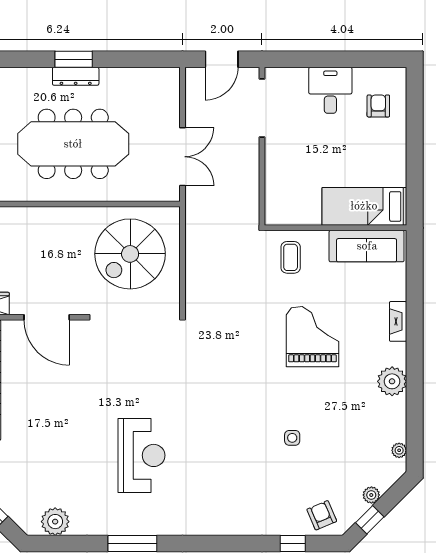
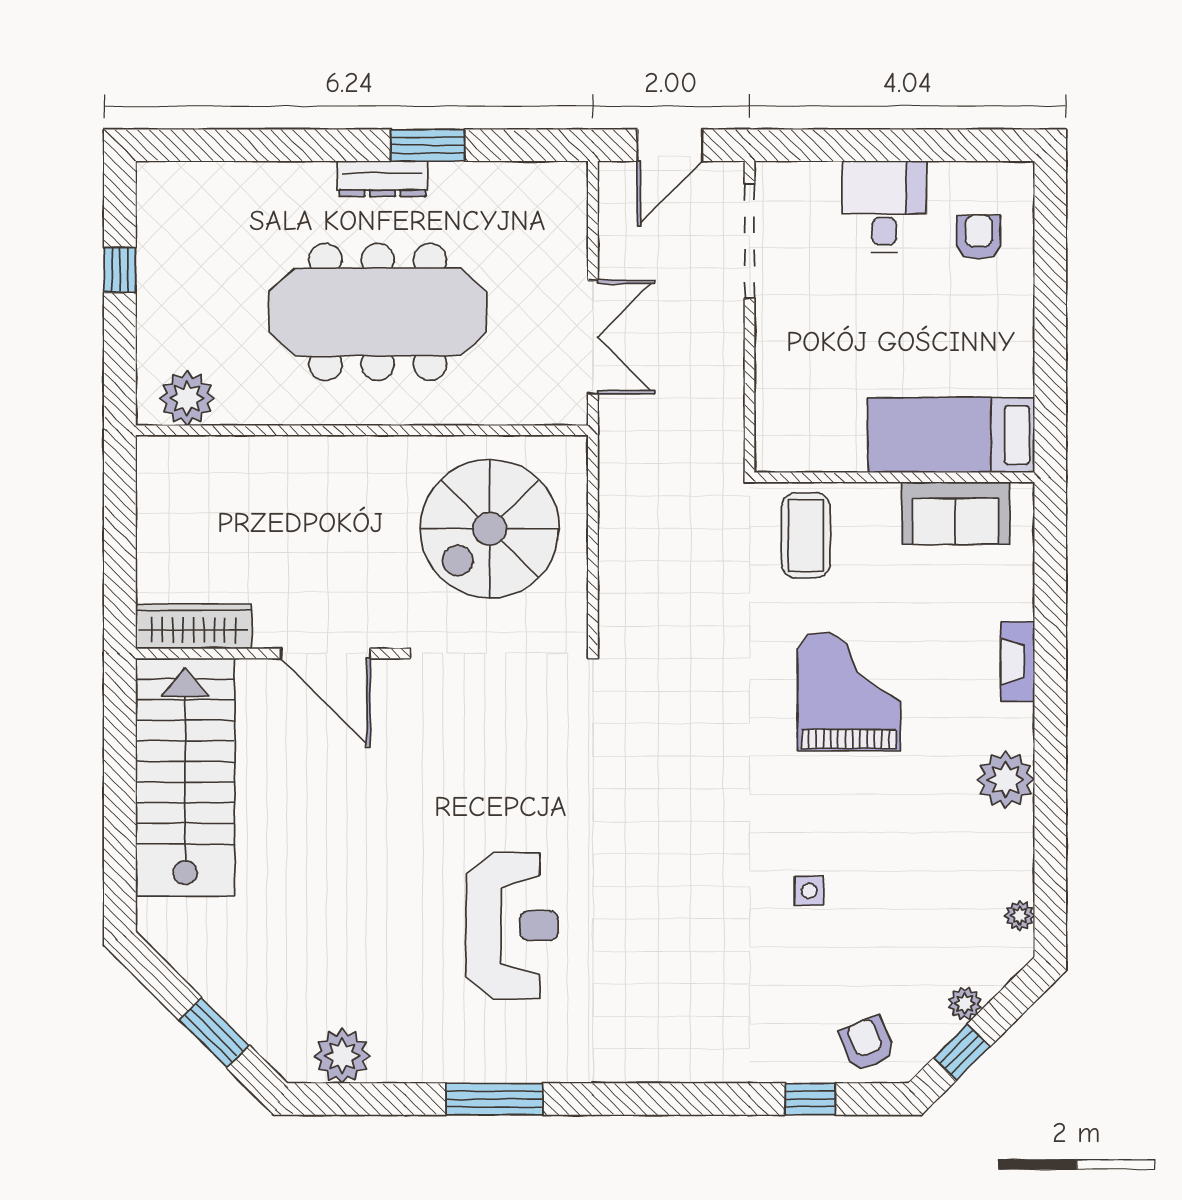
window: (74, 59) -> (428, 145), moved
sofa: (367, 246) -> (956, 513), width x0.73
coffee table: (291, 257) -> (806, 535), width x1.36, depth x1.30

